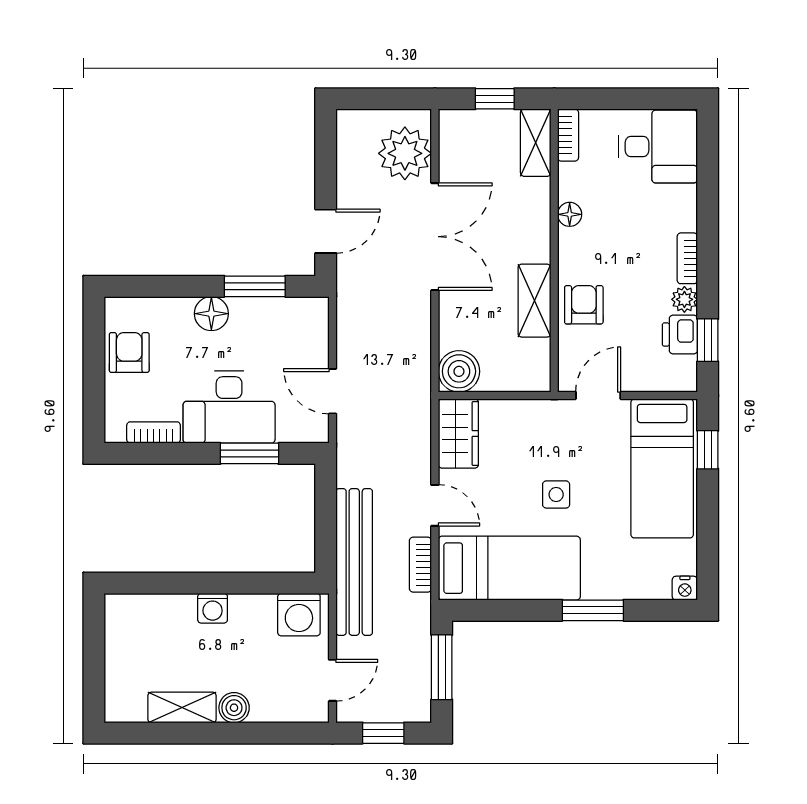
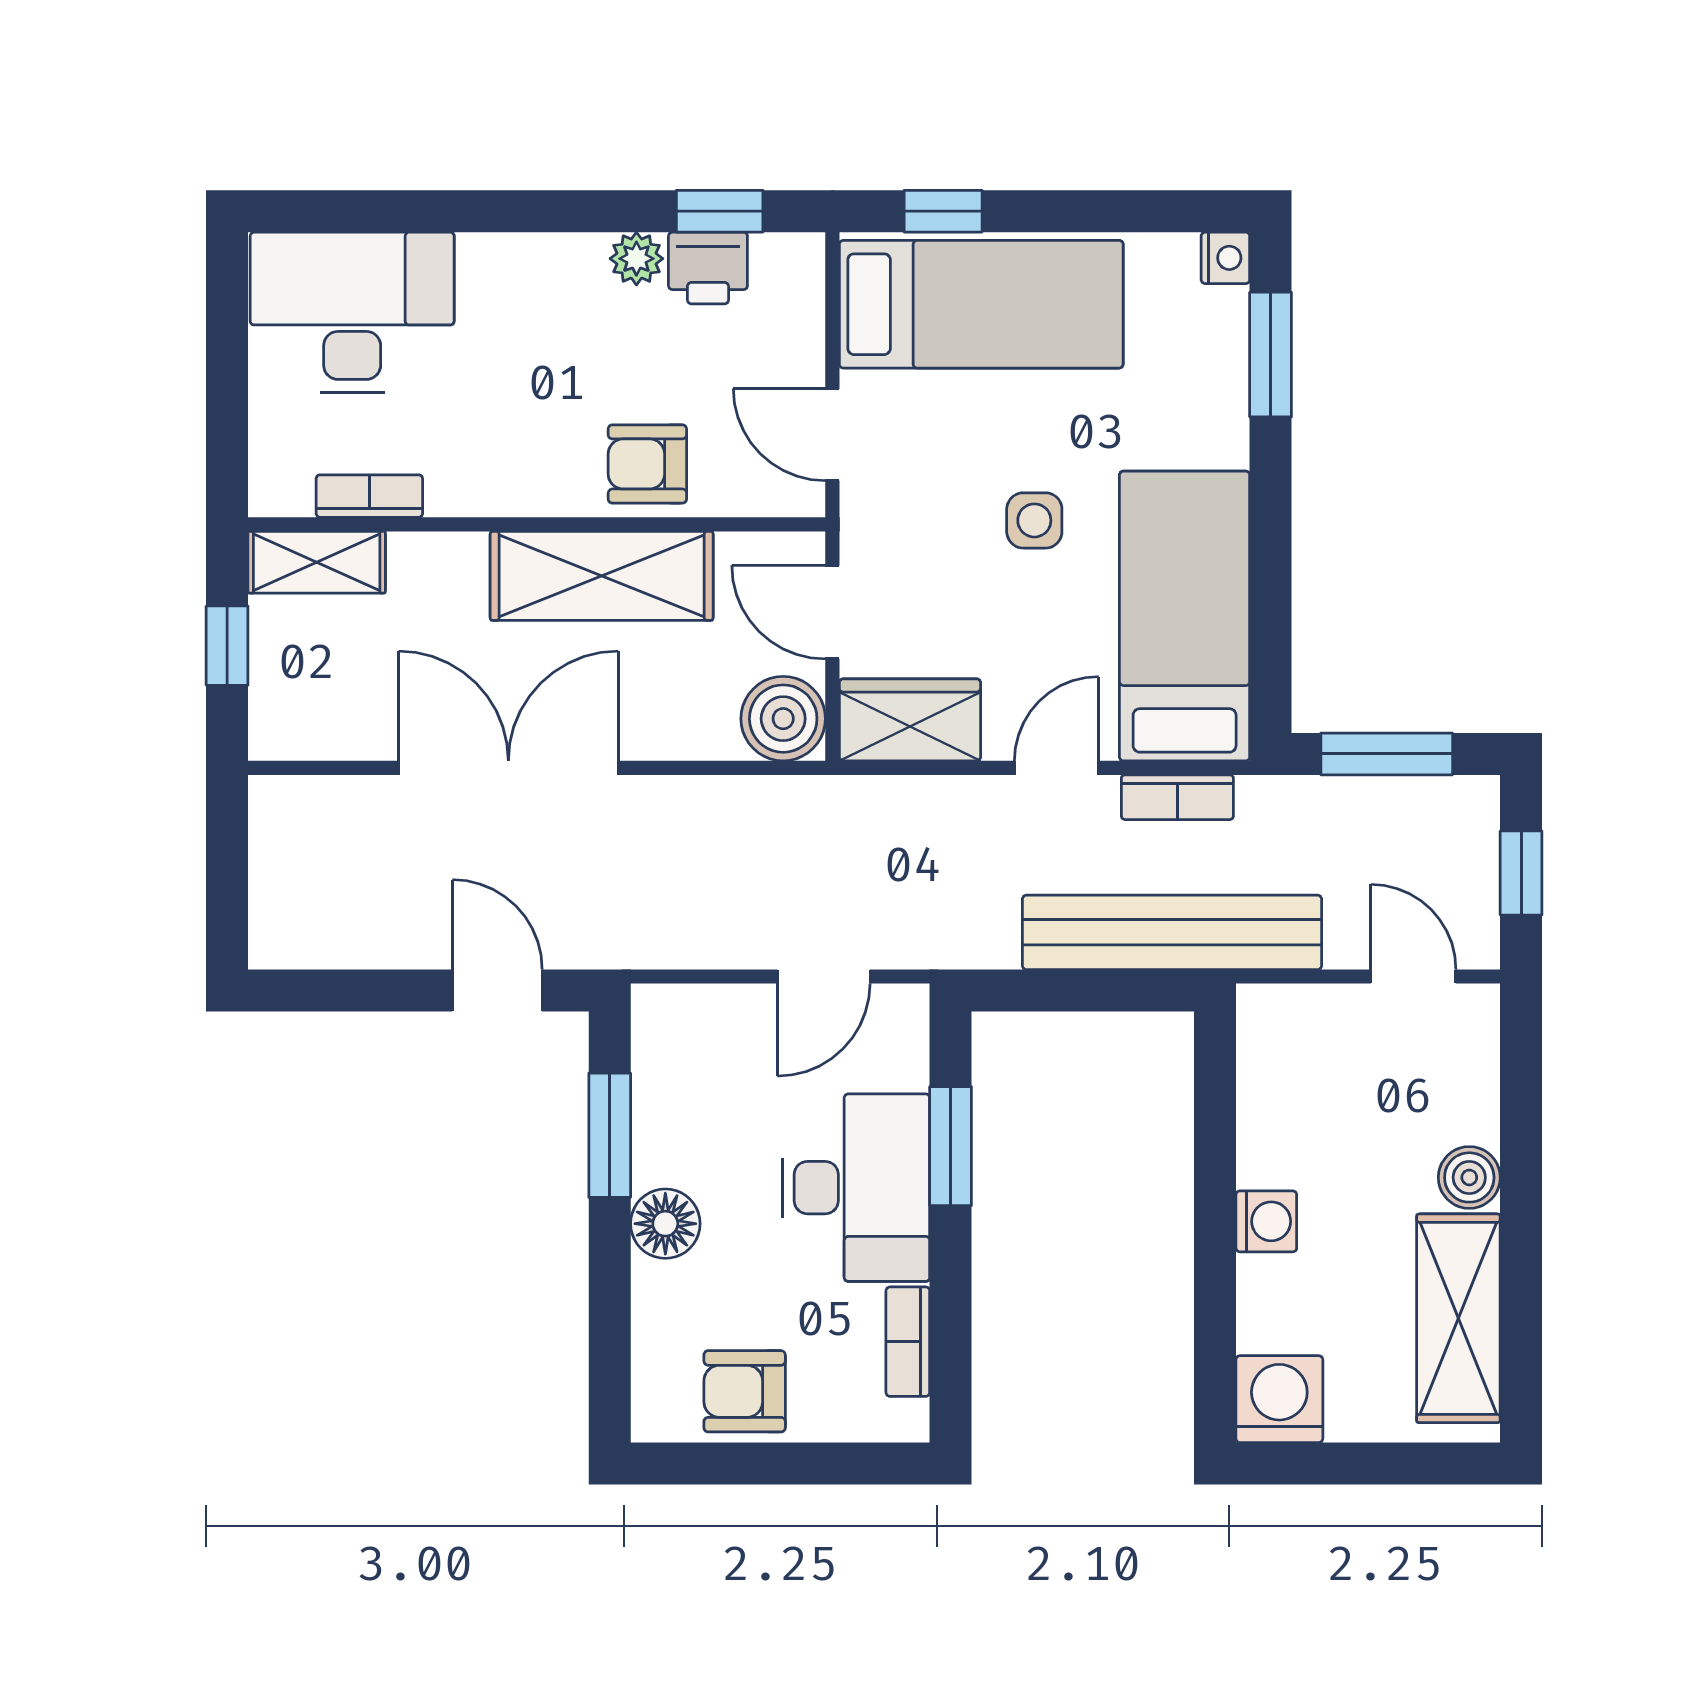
bookcase: (568, 135) -> (369, 496), moved
desk: (658, 147) -> (352, 312), width x1.37
plant: (405, 153) -> (338, 829), removed
floor lamp: (570, 214) -> (463, 493), removed
bookcase: (687, 258) -> (553, 253), removed
shelving: (534, 301) -> (602, 576), width x1.50, depth x1.33
door: (511, 395) -> (832, 612), added
window: (593, 610) -> (1271, 355), moved
washing machine: (299, 615) -> (1279, 1399), moved, turned -90
shelving: (182, 707) -> (1458, 1318), width x1.50, depth x1.33

